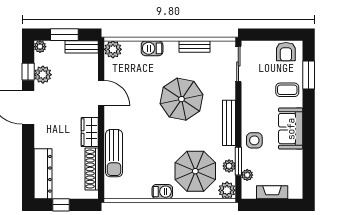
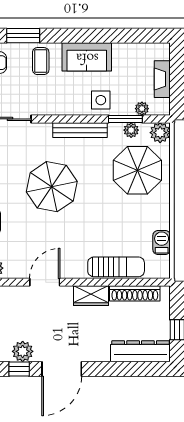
barbecue: (162, 192) -> (162, 242), moved

